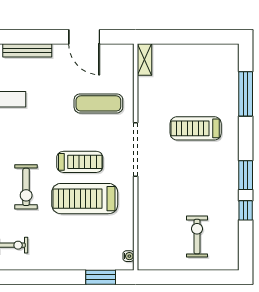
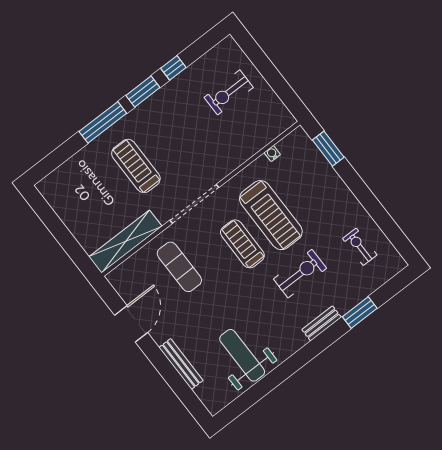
shelving: (144, 59) -> (125, 242), width x2.20, depth x1.33
window: (246, 94) -> (103, 122), moved
treadmill: (196, 128) -> (136, 166), turned 180
water cooler: (128, 256) -> (272, 154), moved

